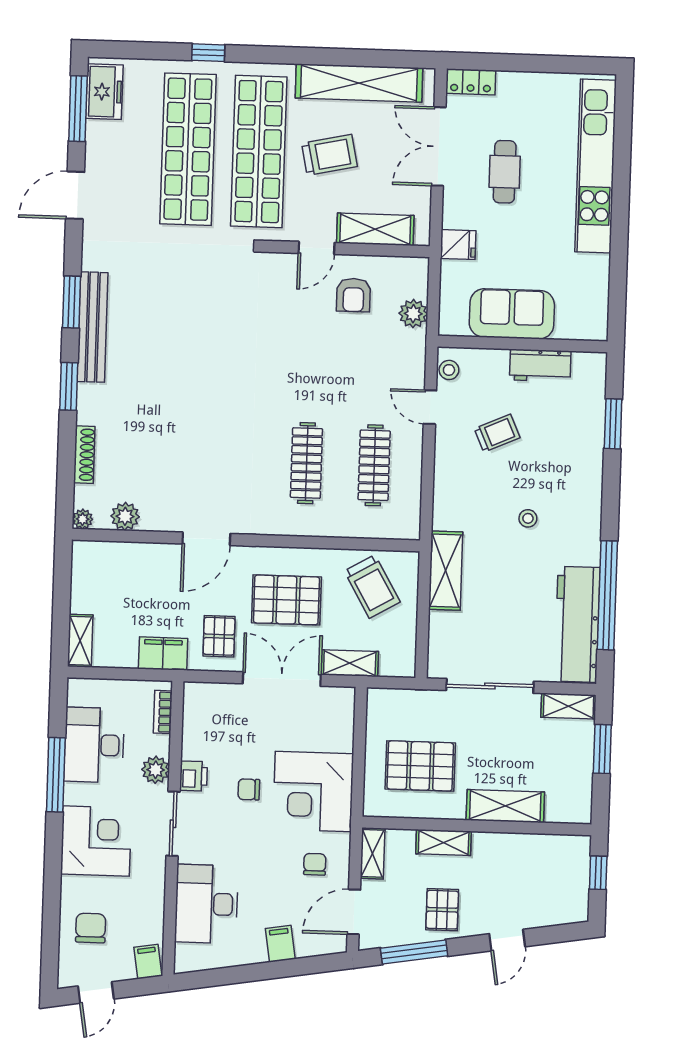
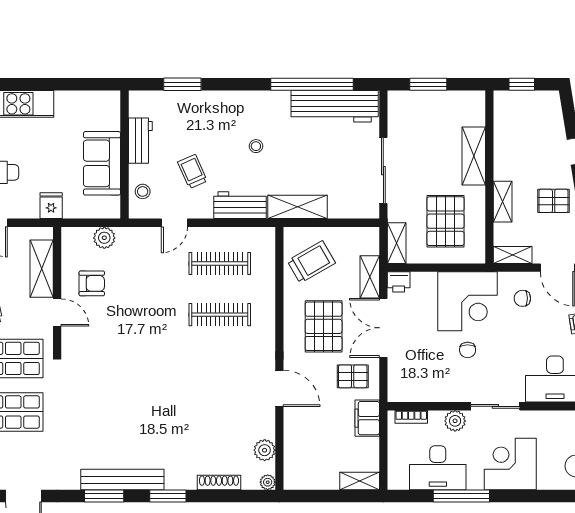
stool: (449, 370) -> (143, 191), moved
workbench: (450, 495) -> (240, 205), added
shelving: (568, 706) -> (397, 243), moved
printer: (193, 776) -> (399, 282), moved, turned 180

